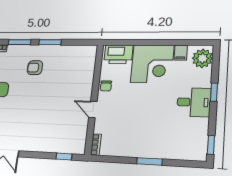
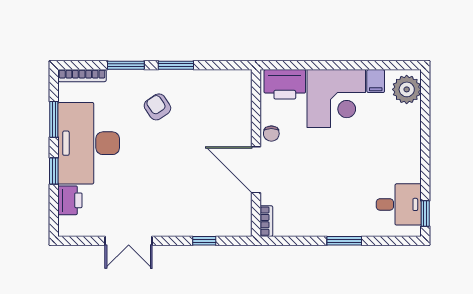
armchair: (35, 68) -> (157, 107), turned 56
window: (214, 92) -> (425, 139), removed
desk: (194, 102) -> (399, 204), moved
door: (93, 109) -> (256, 170), width x1.87
window: (64, 157) -> (204, 241), moved

